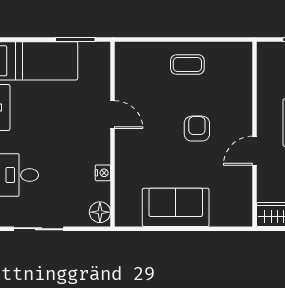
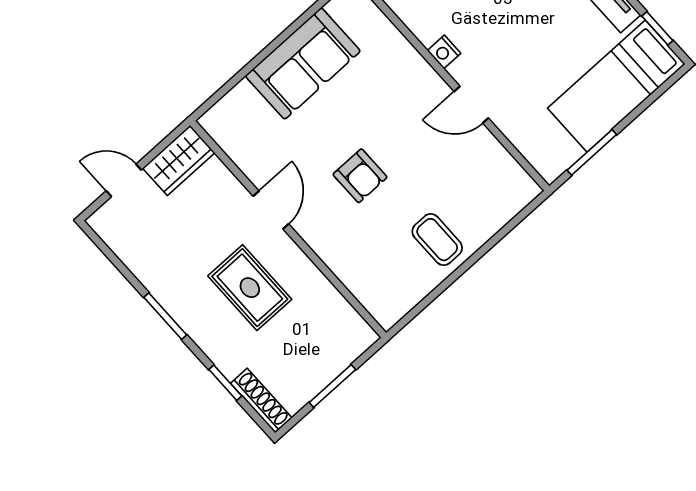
coffee table: (187, 65) -> (437, 240), turned 90
nightstand: (103, 173) -> (444, 52), moved

